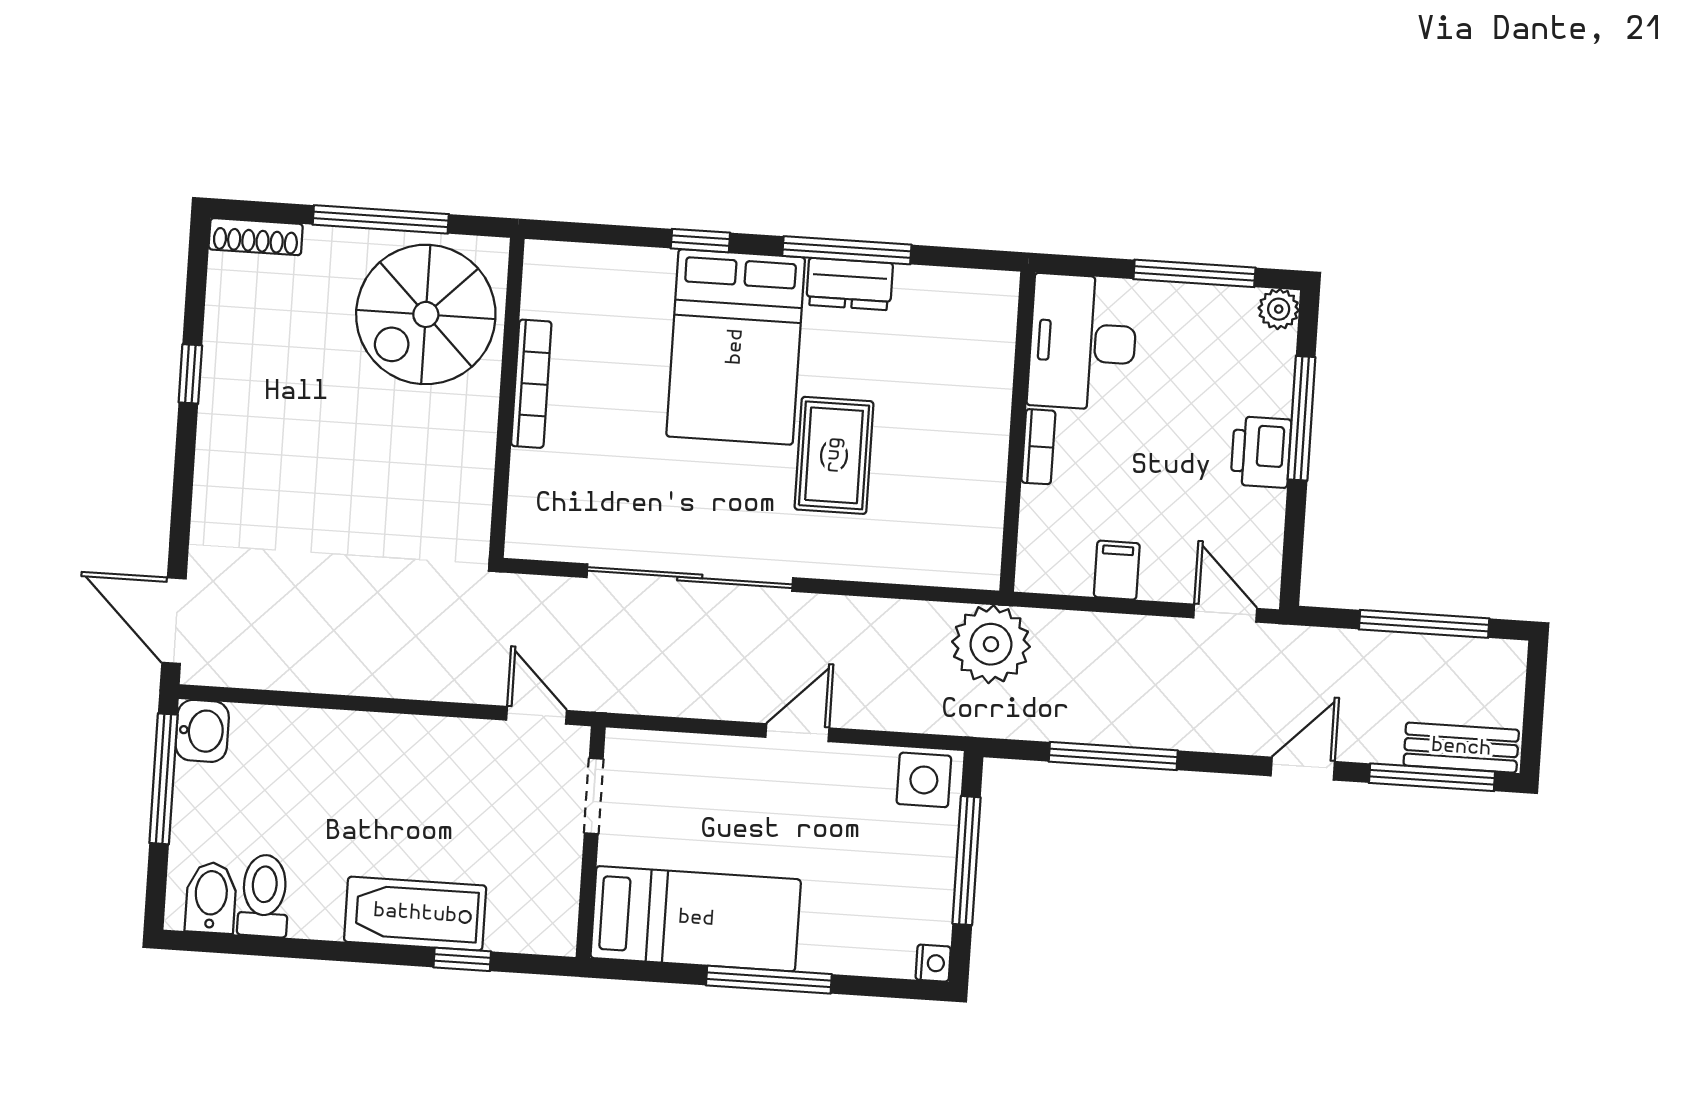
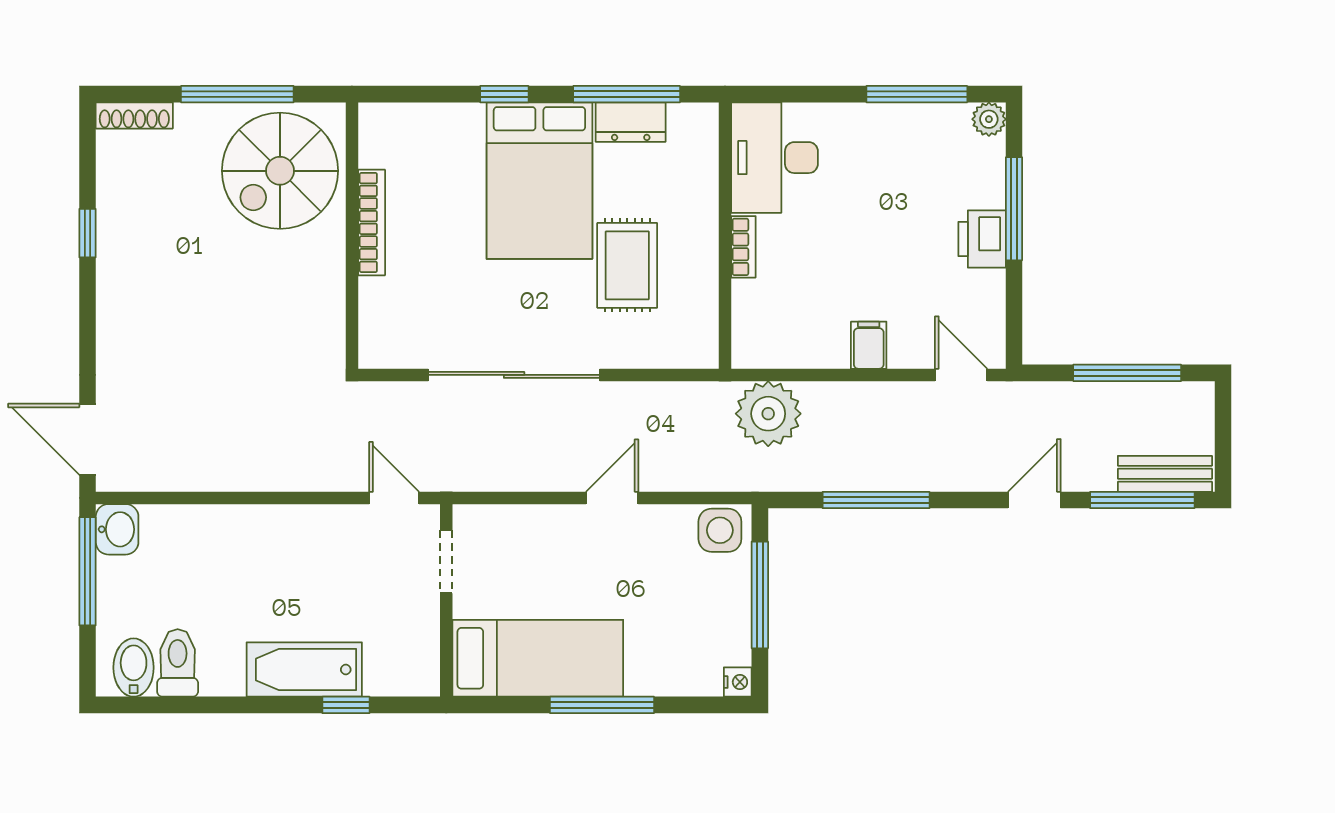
desk: (1083, 342) -> (775, 158), moved
wall: (1017, 432) -> (725, 236), moved
bookcase: (1038, 447) -> (743, 247), moved

